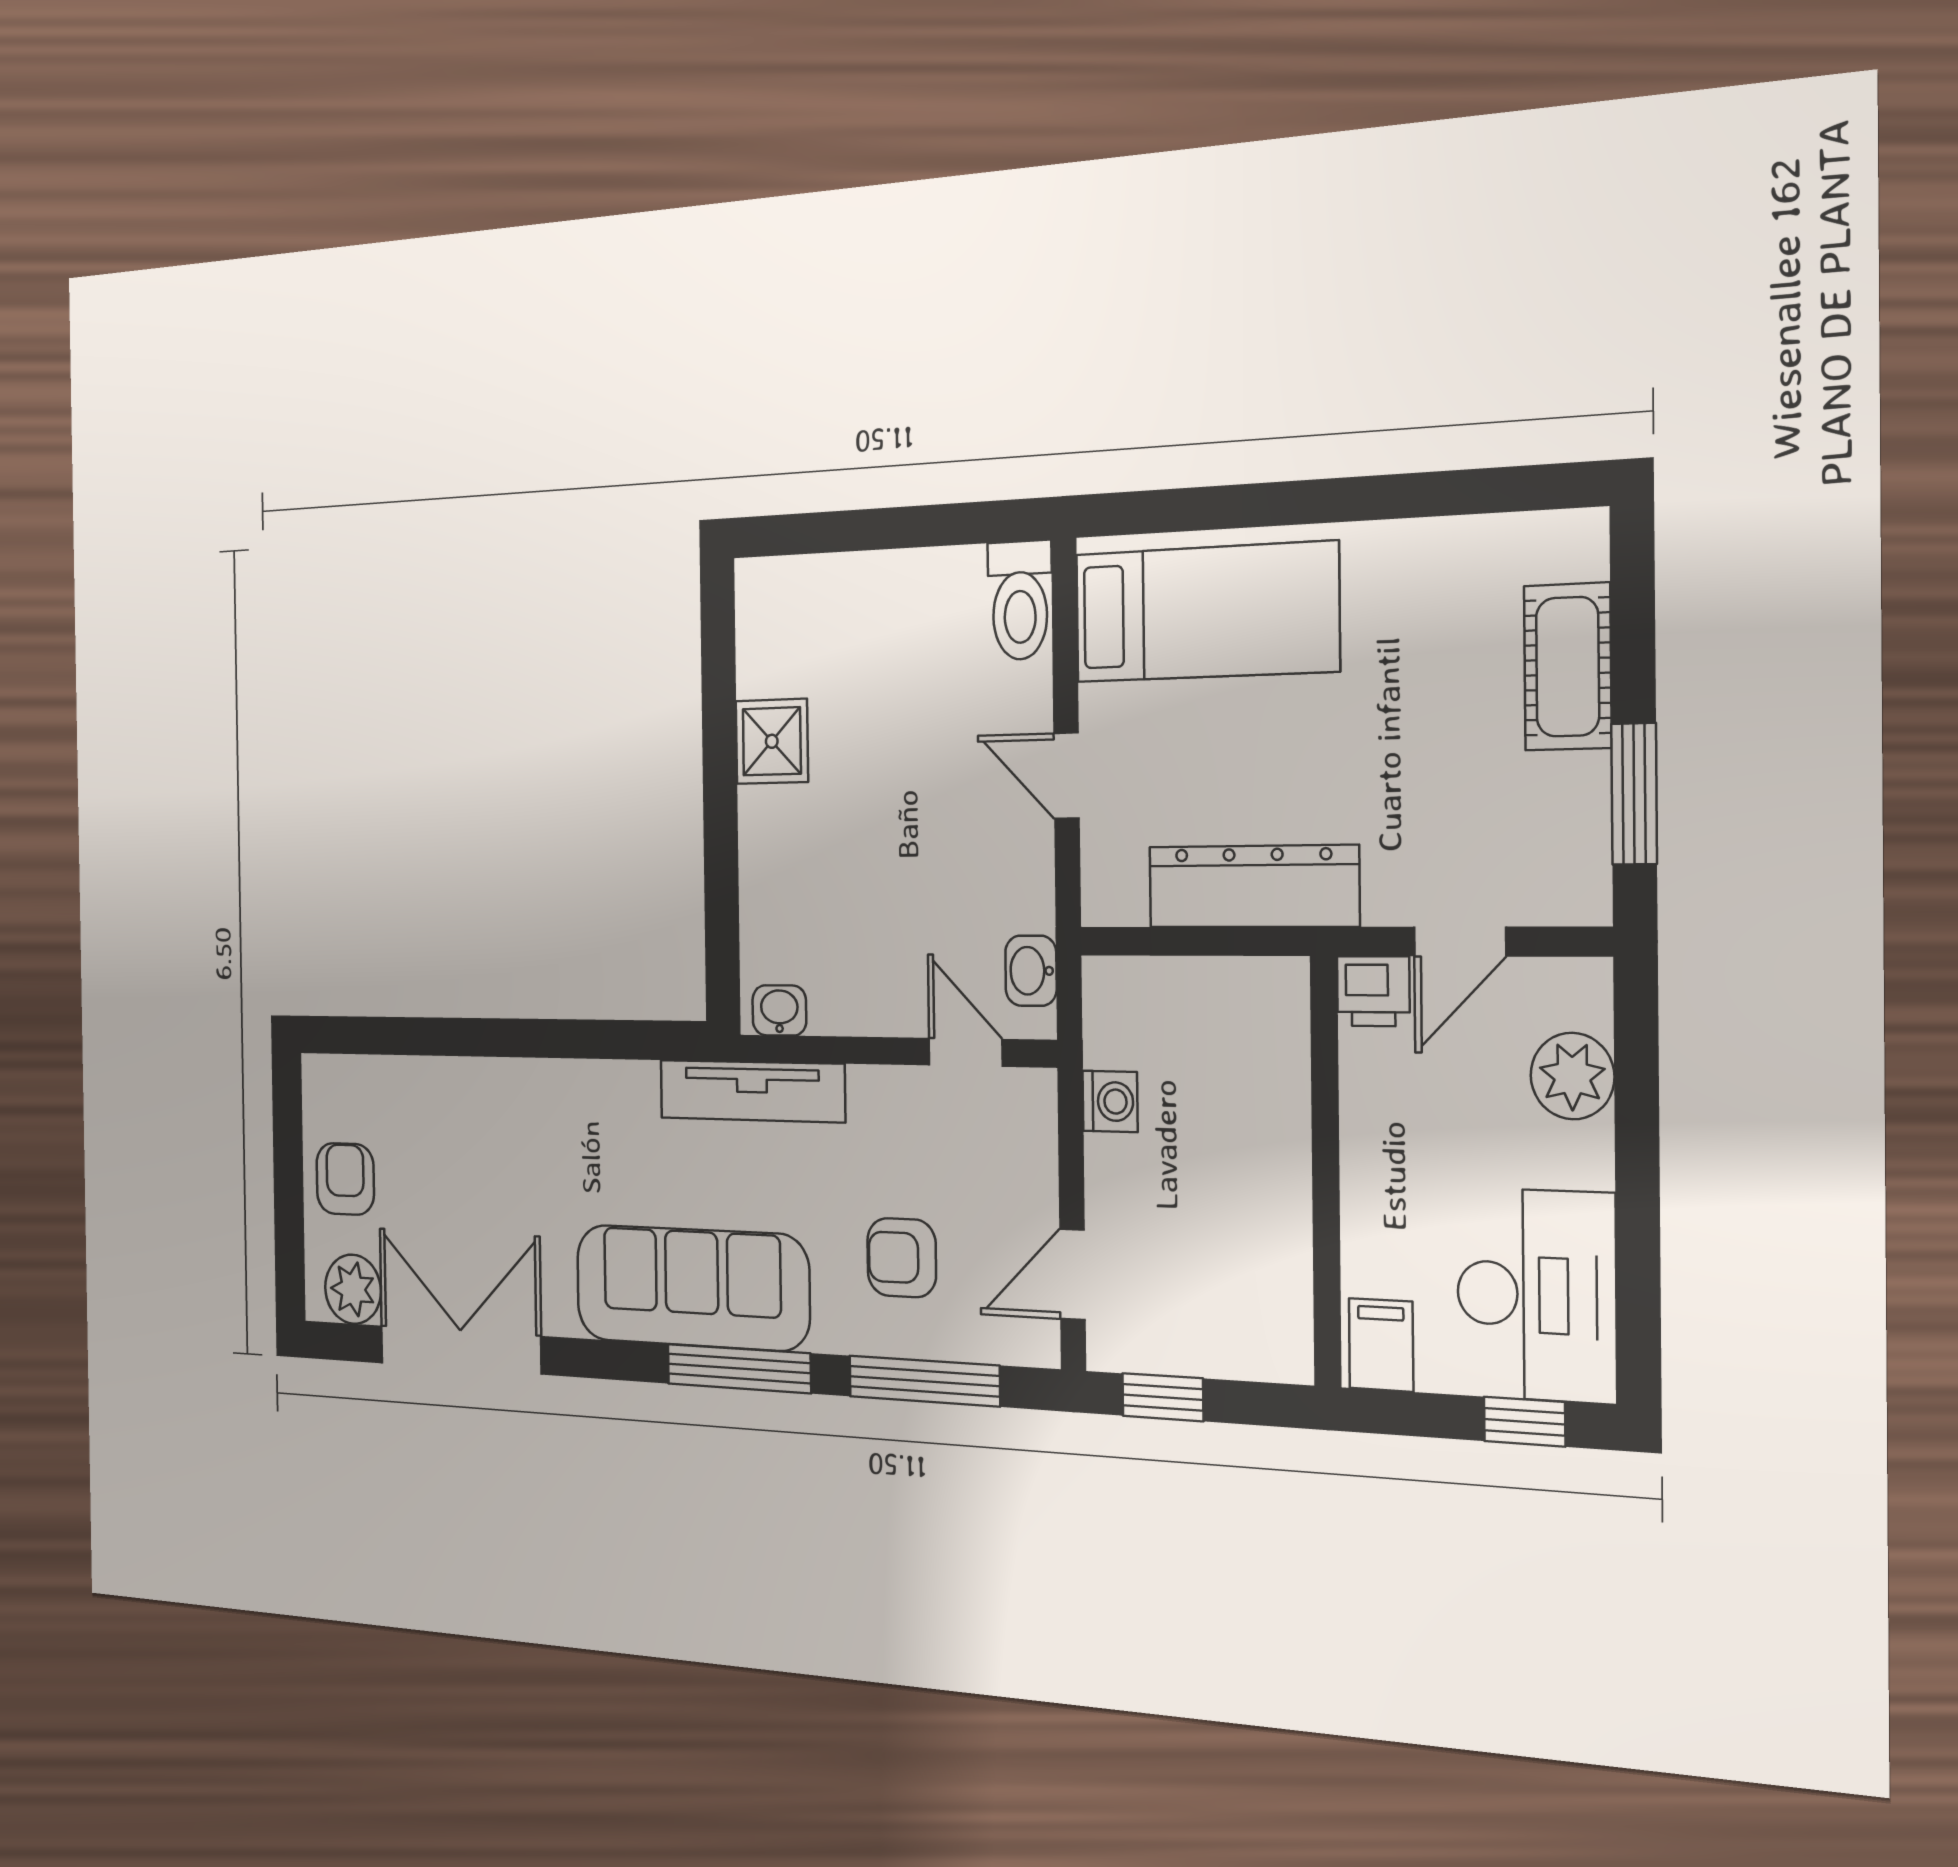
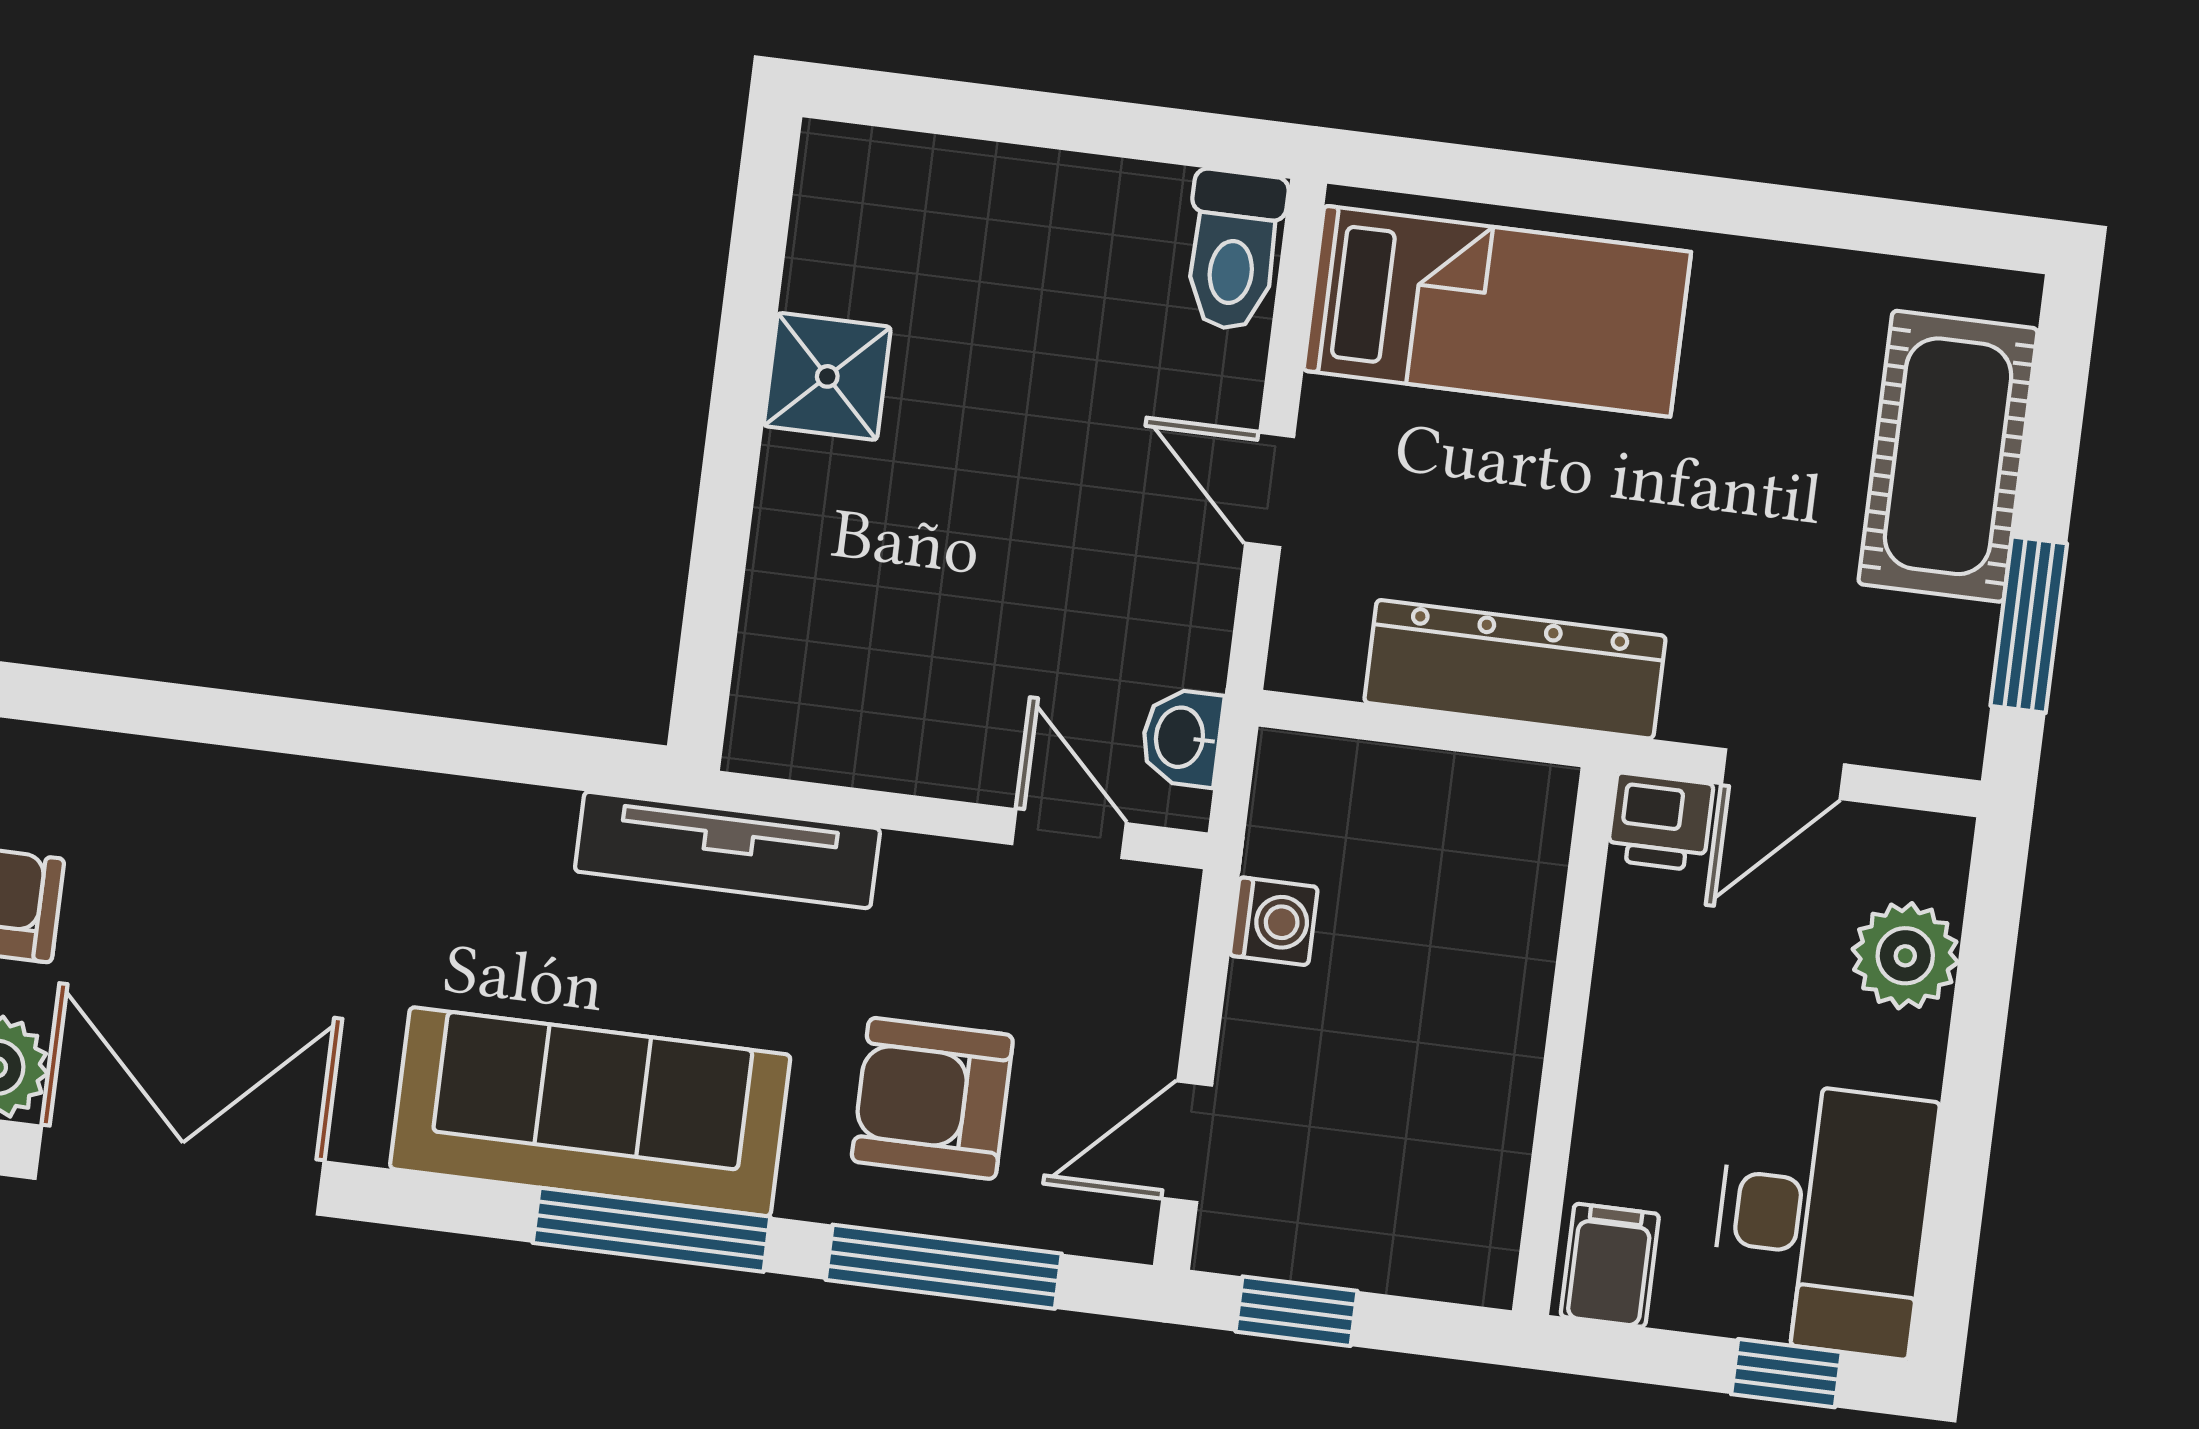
cot: (1568, 667) -> (1948, 456), width x1.37, depth x1.34
washbasin: (779, 1010) -> (787, 744), removed
armchair: (902, 1258) -> (932, 1098), width x1.38, depth x1.38

